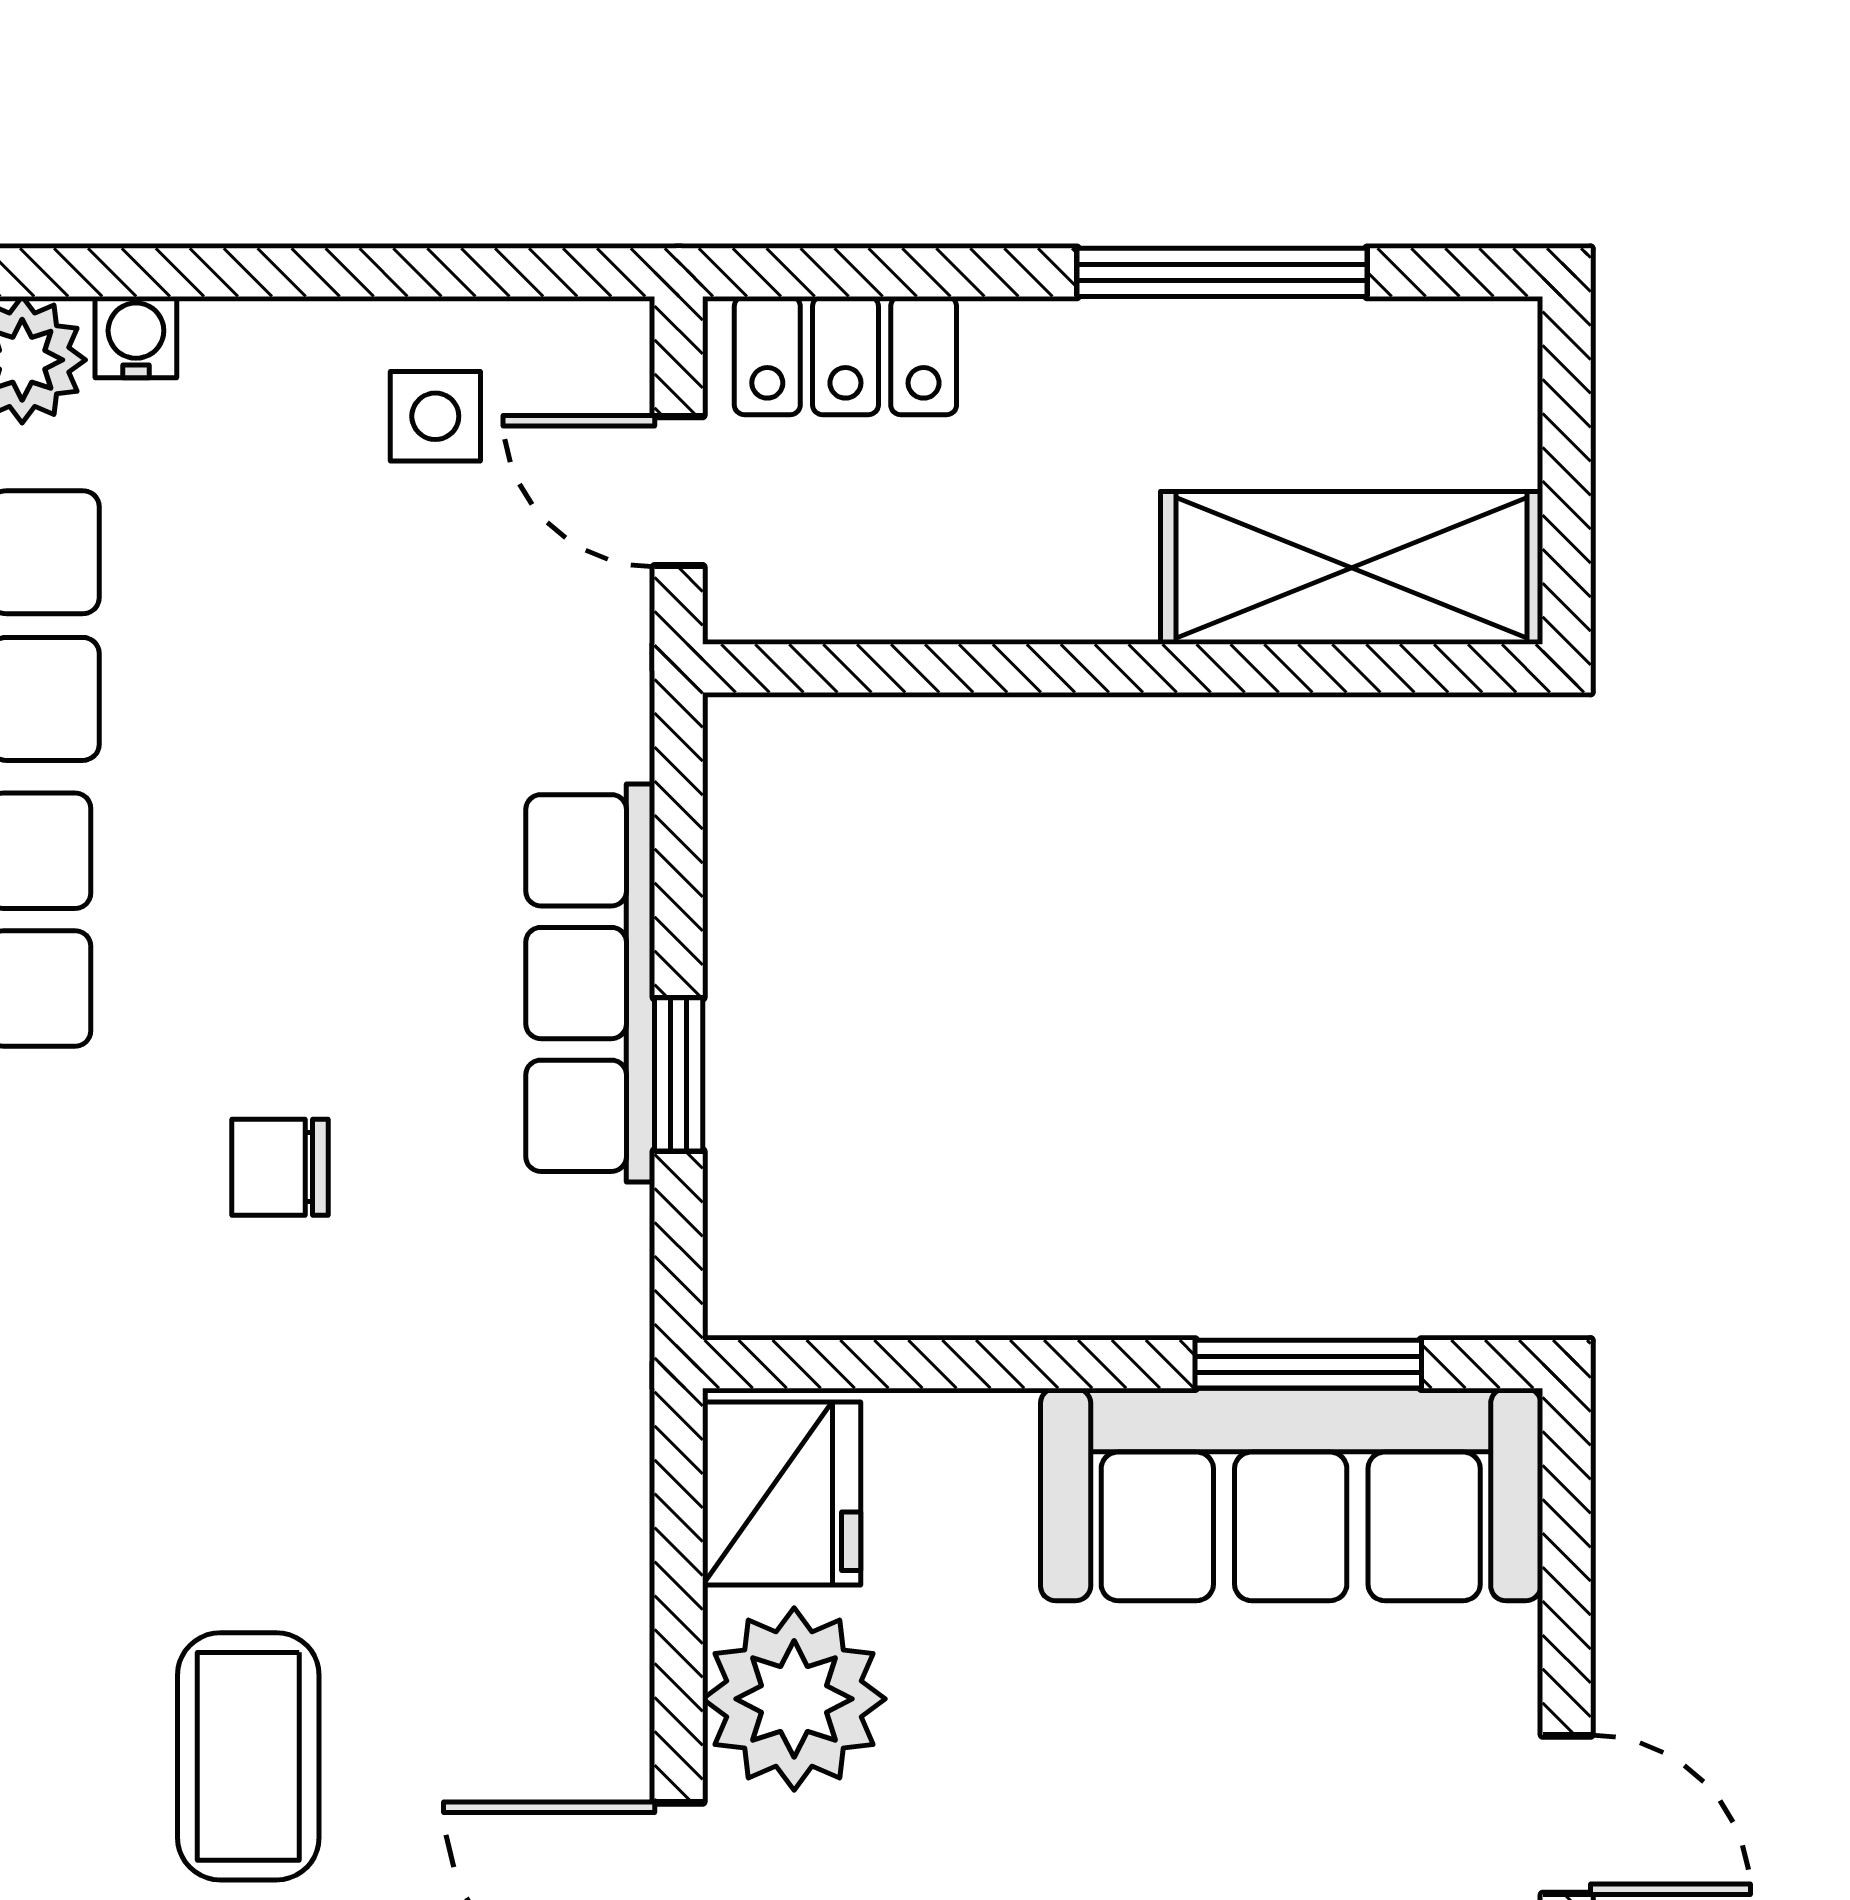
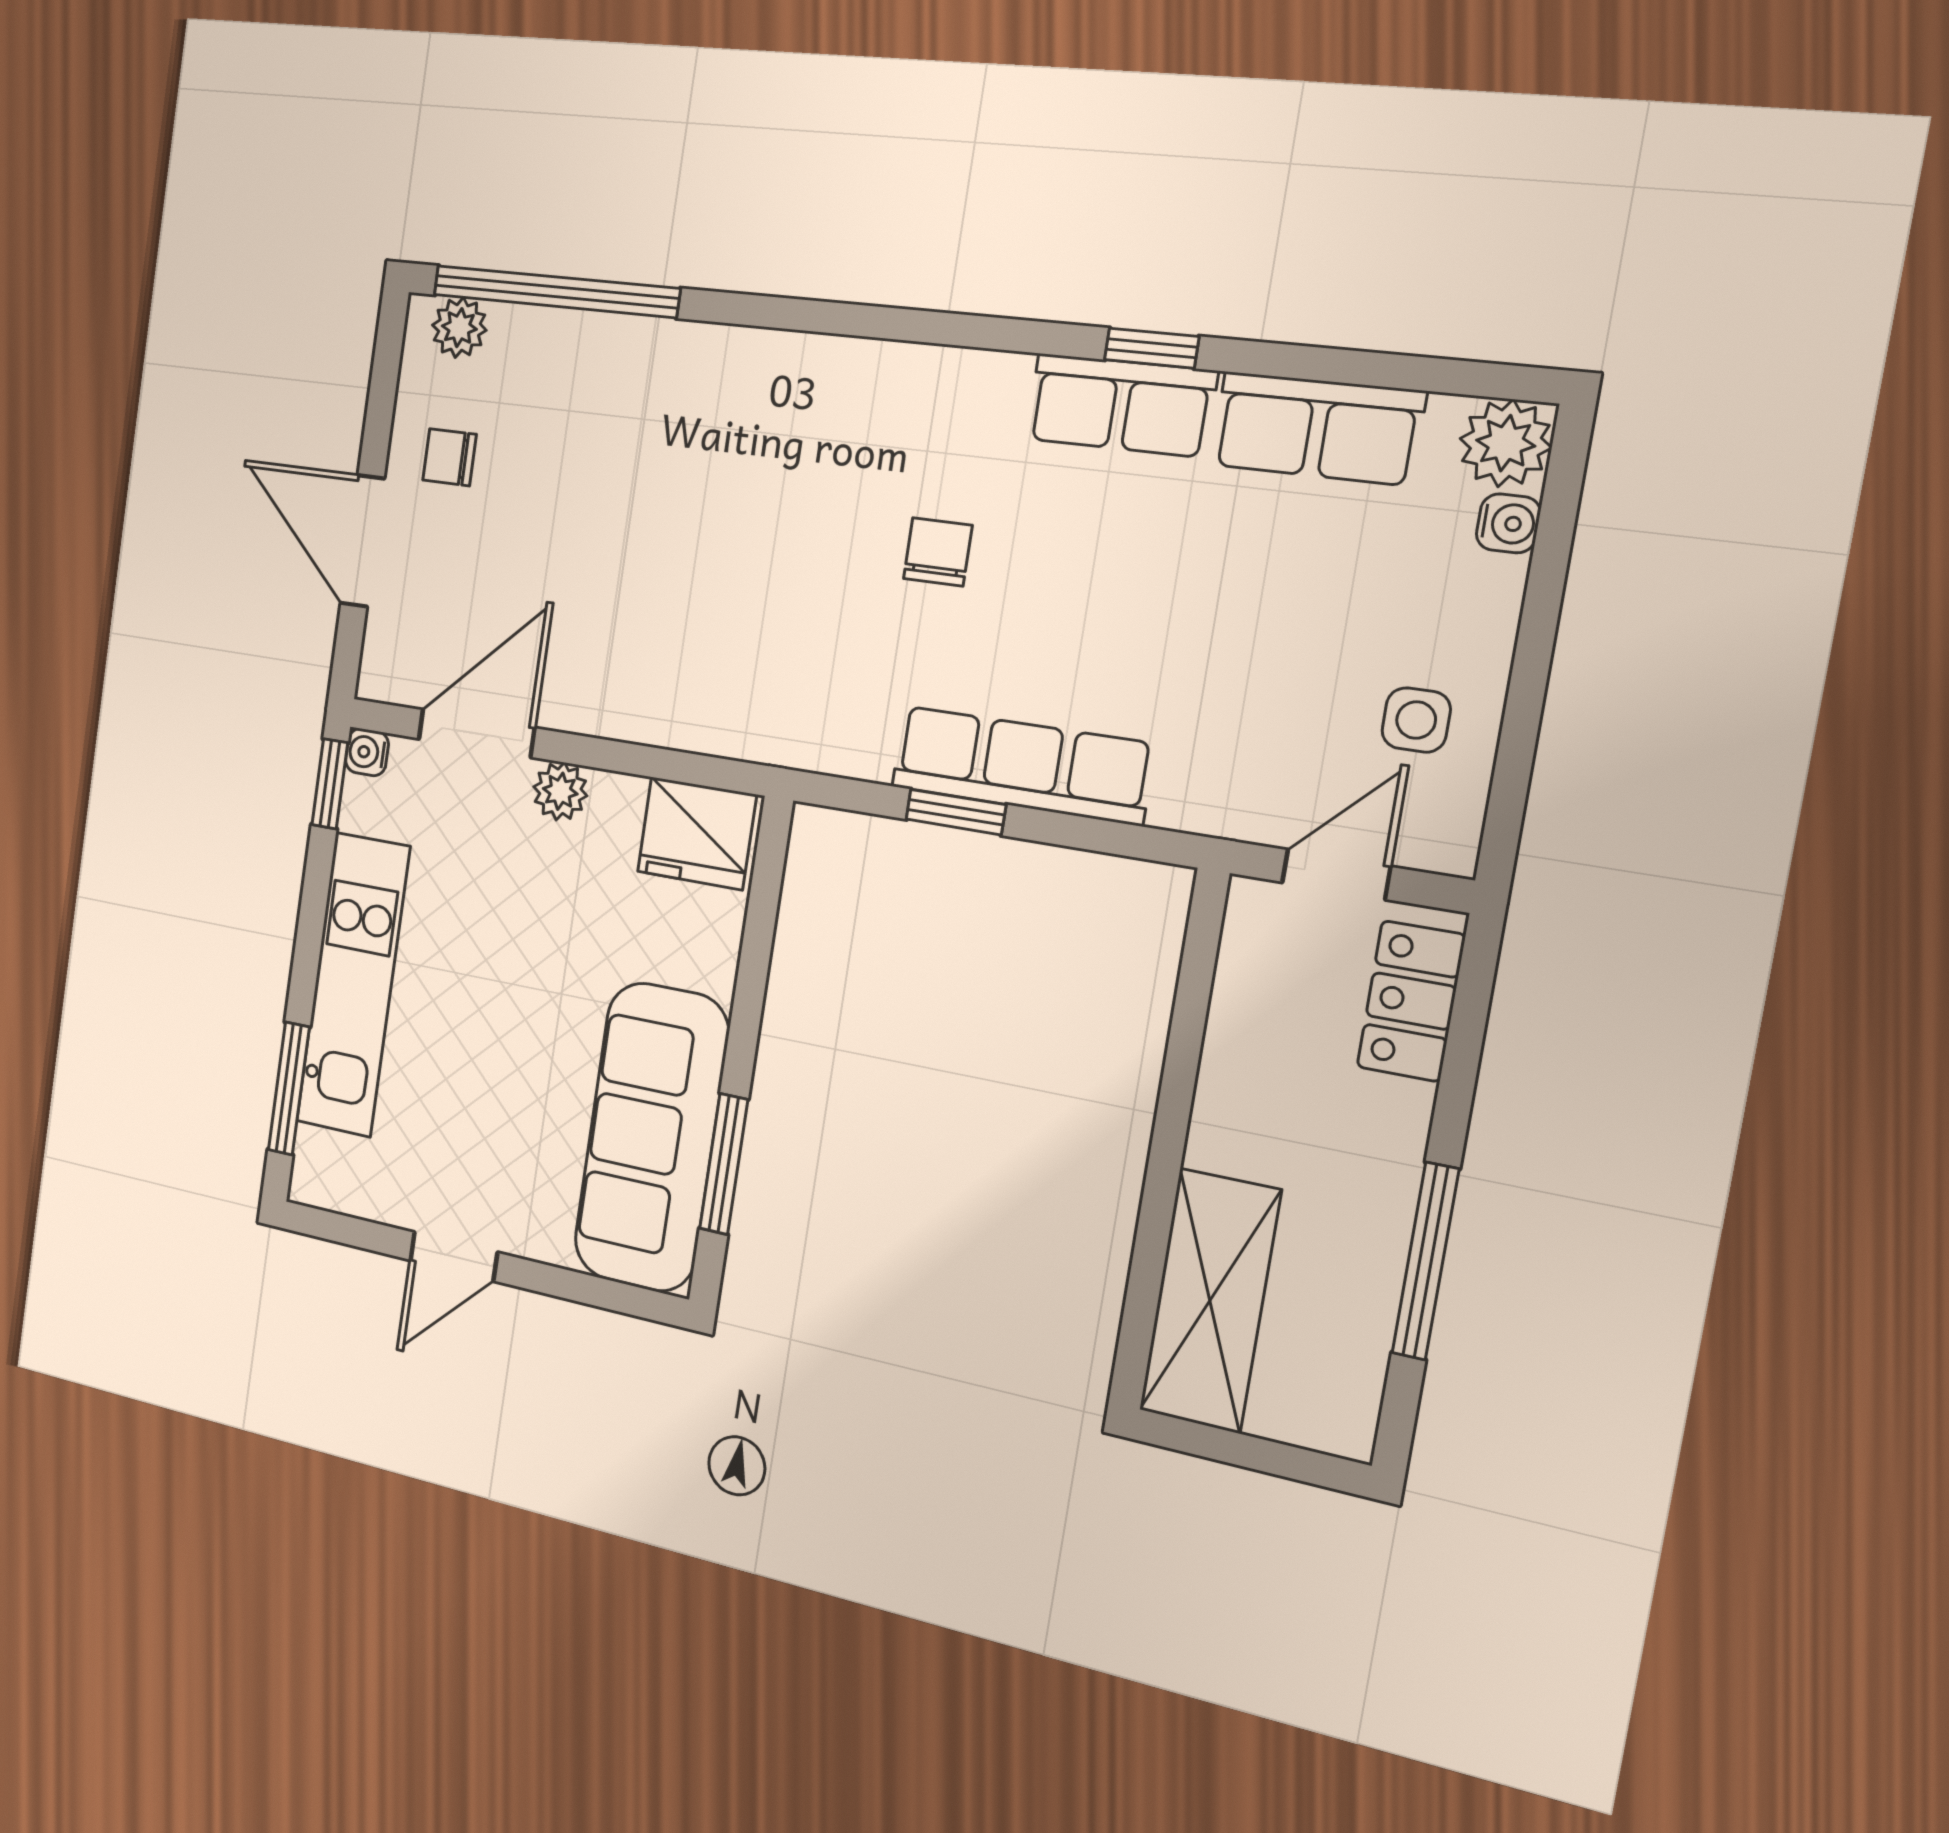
plant: (794, 1699) -> (560, 791), width x0.53, depth x0.53
coffee table: (248, 1756) -> (595, 489), removed

